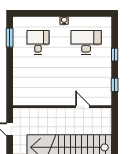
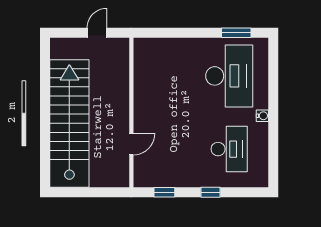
desk: (38, 42) -> (229, 76), width x1.87, depth x1.30

